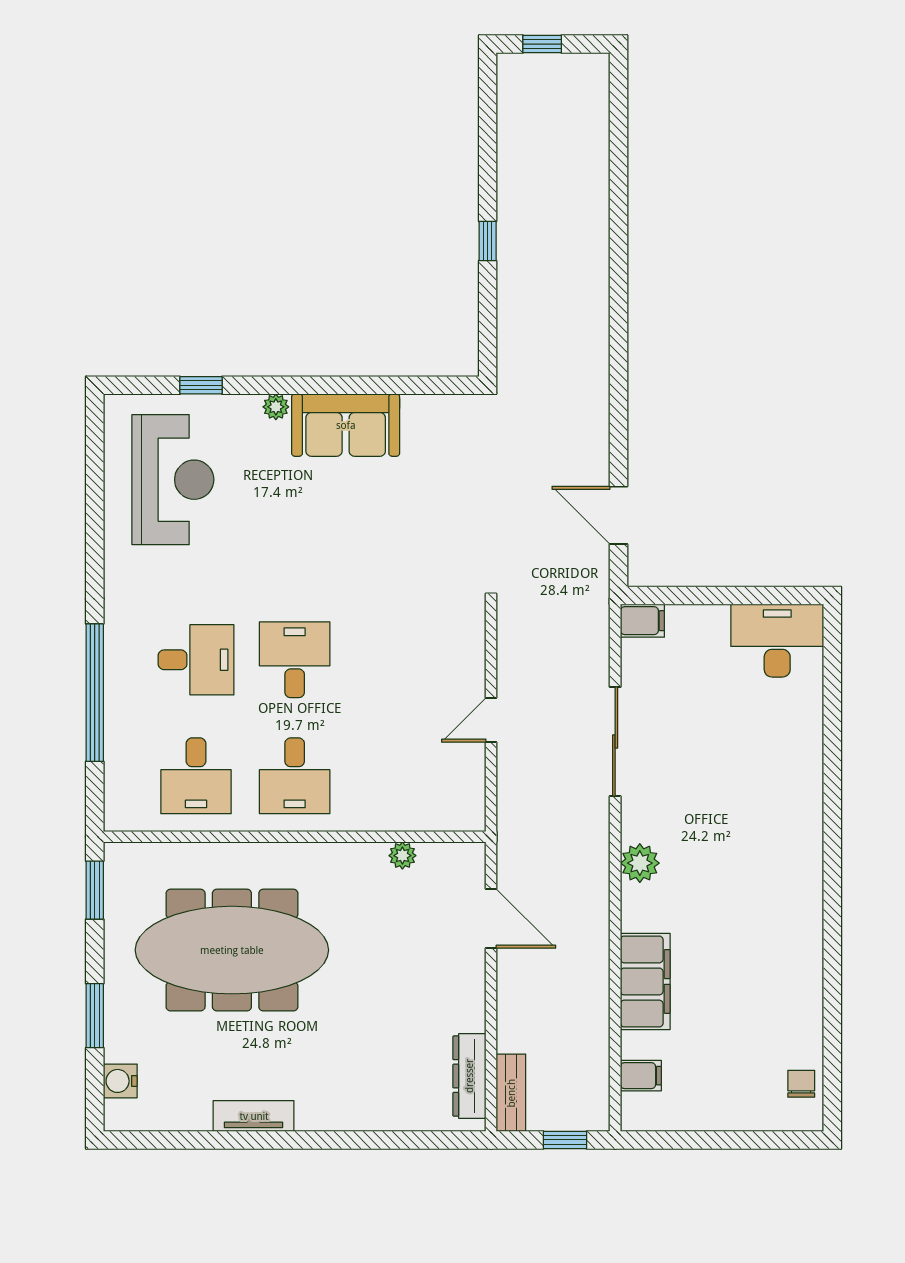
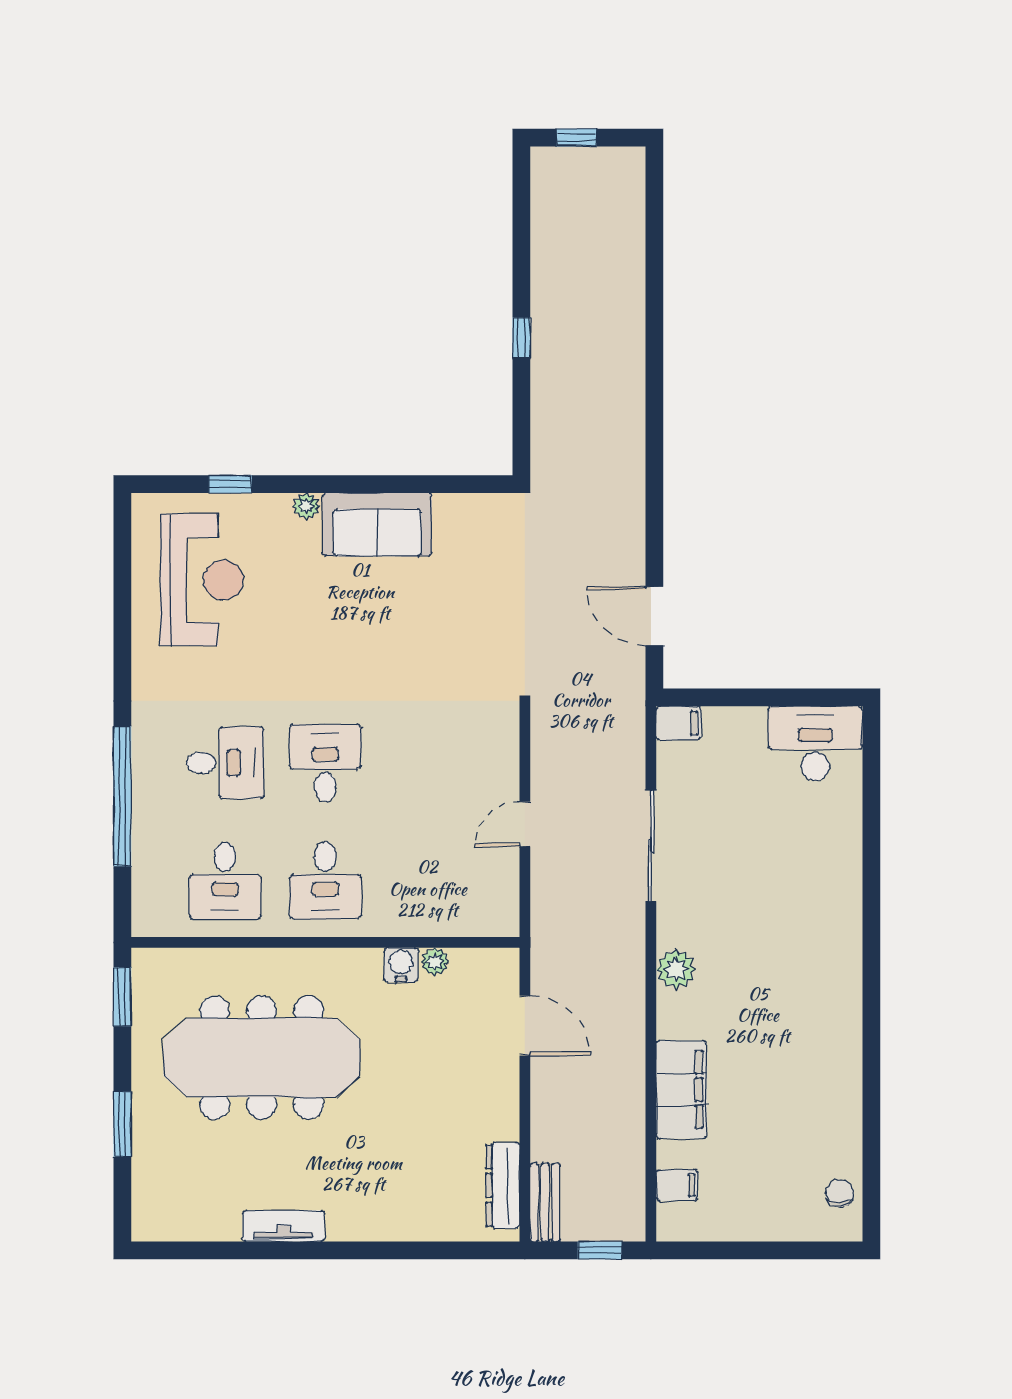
water cooler: (120, 1081) -> (401, 965), moved, turned 90

